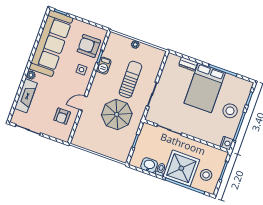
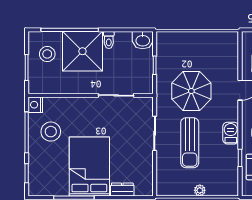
barbecue: (104, 66) -> (231, 133), moved
stool: (230, 111) -> (51, 132), moved
washbasin: (149, 165) -> (143, 40), moved

